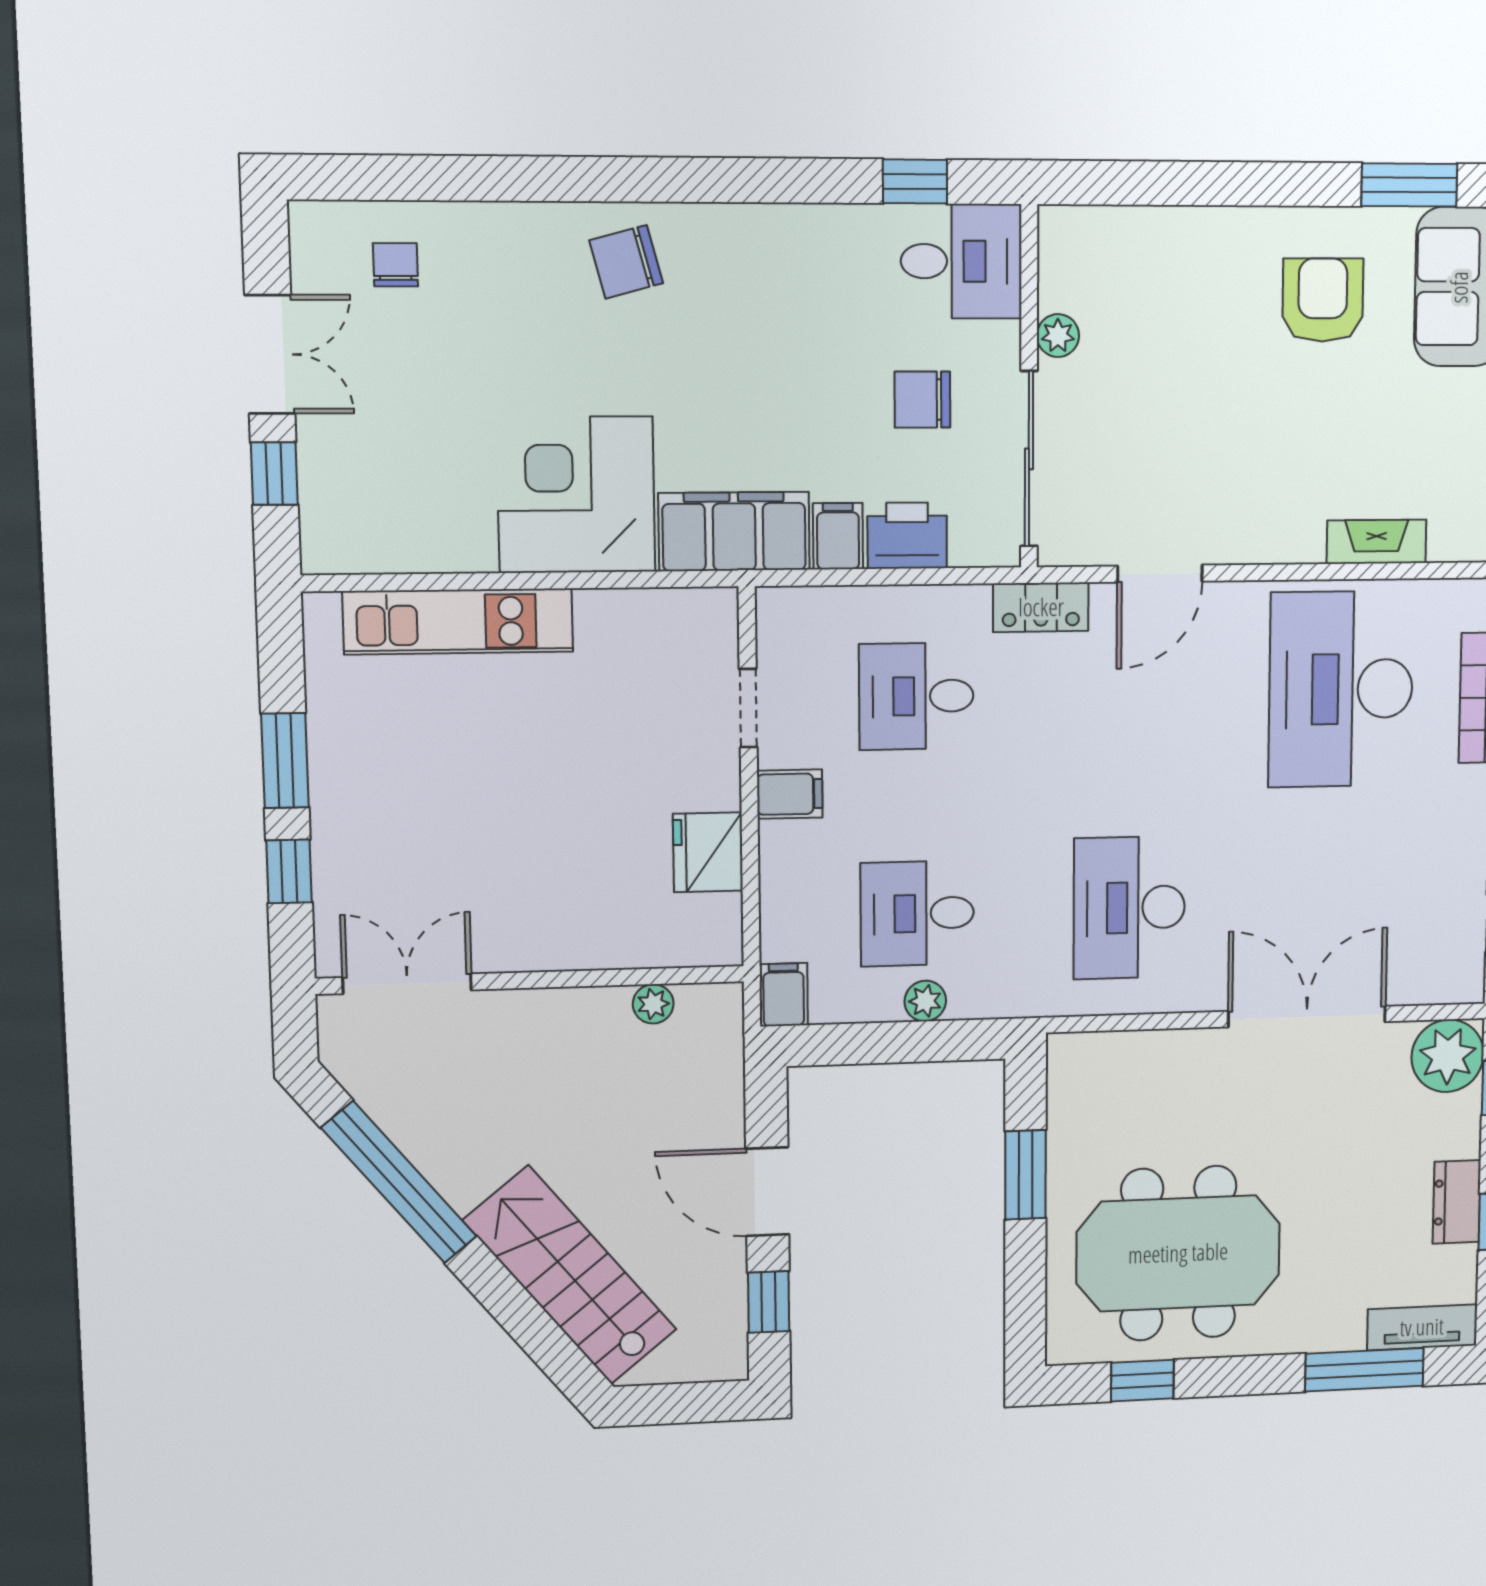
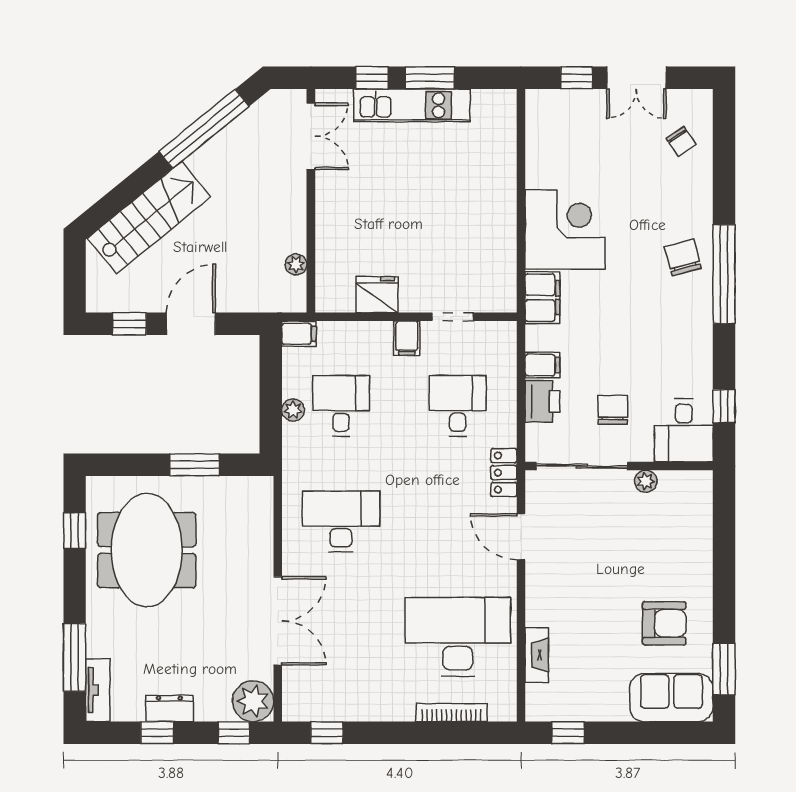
window: (657, 180) -> (724, 274), added
chair: (395, 265) -> (681, 142), turned 56
filing cabinet: (734, 531) -> (542, 298), width x0.67, depth x0.86
kitchen unit: (458, 622) -> (412, 105), moved, turned -90

